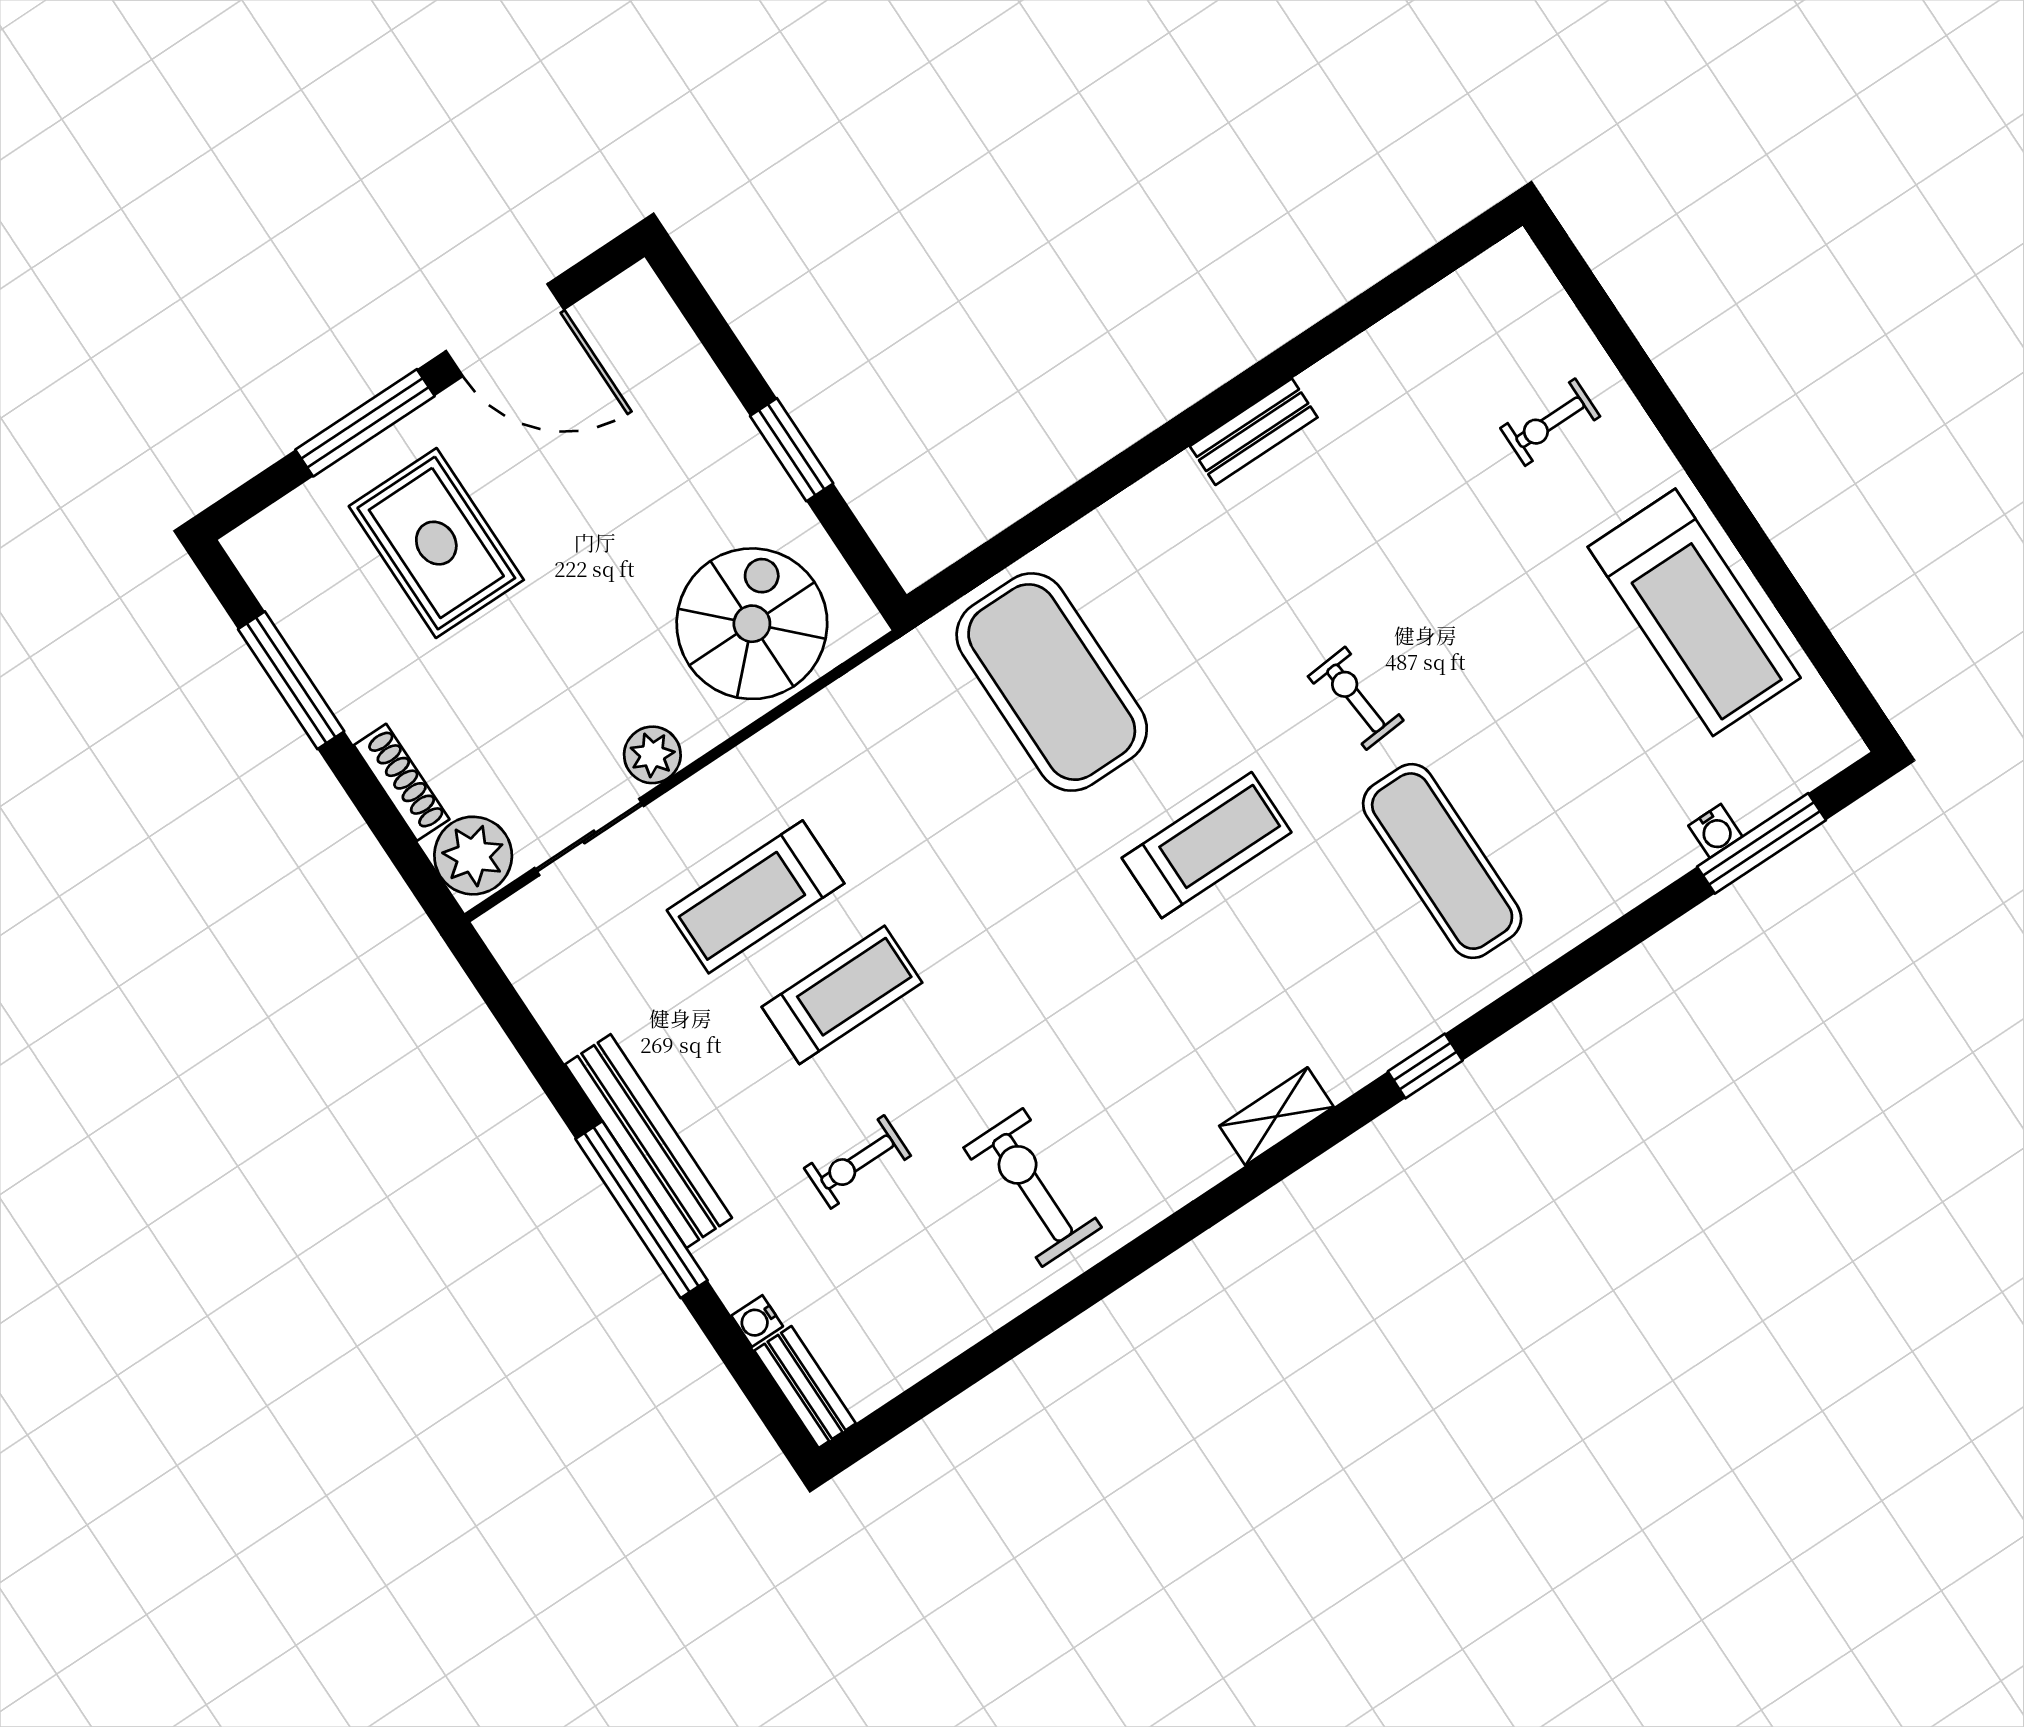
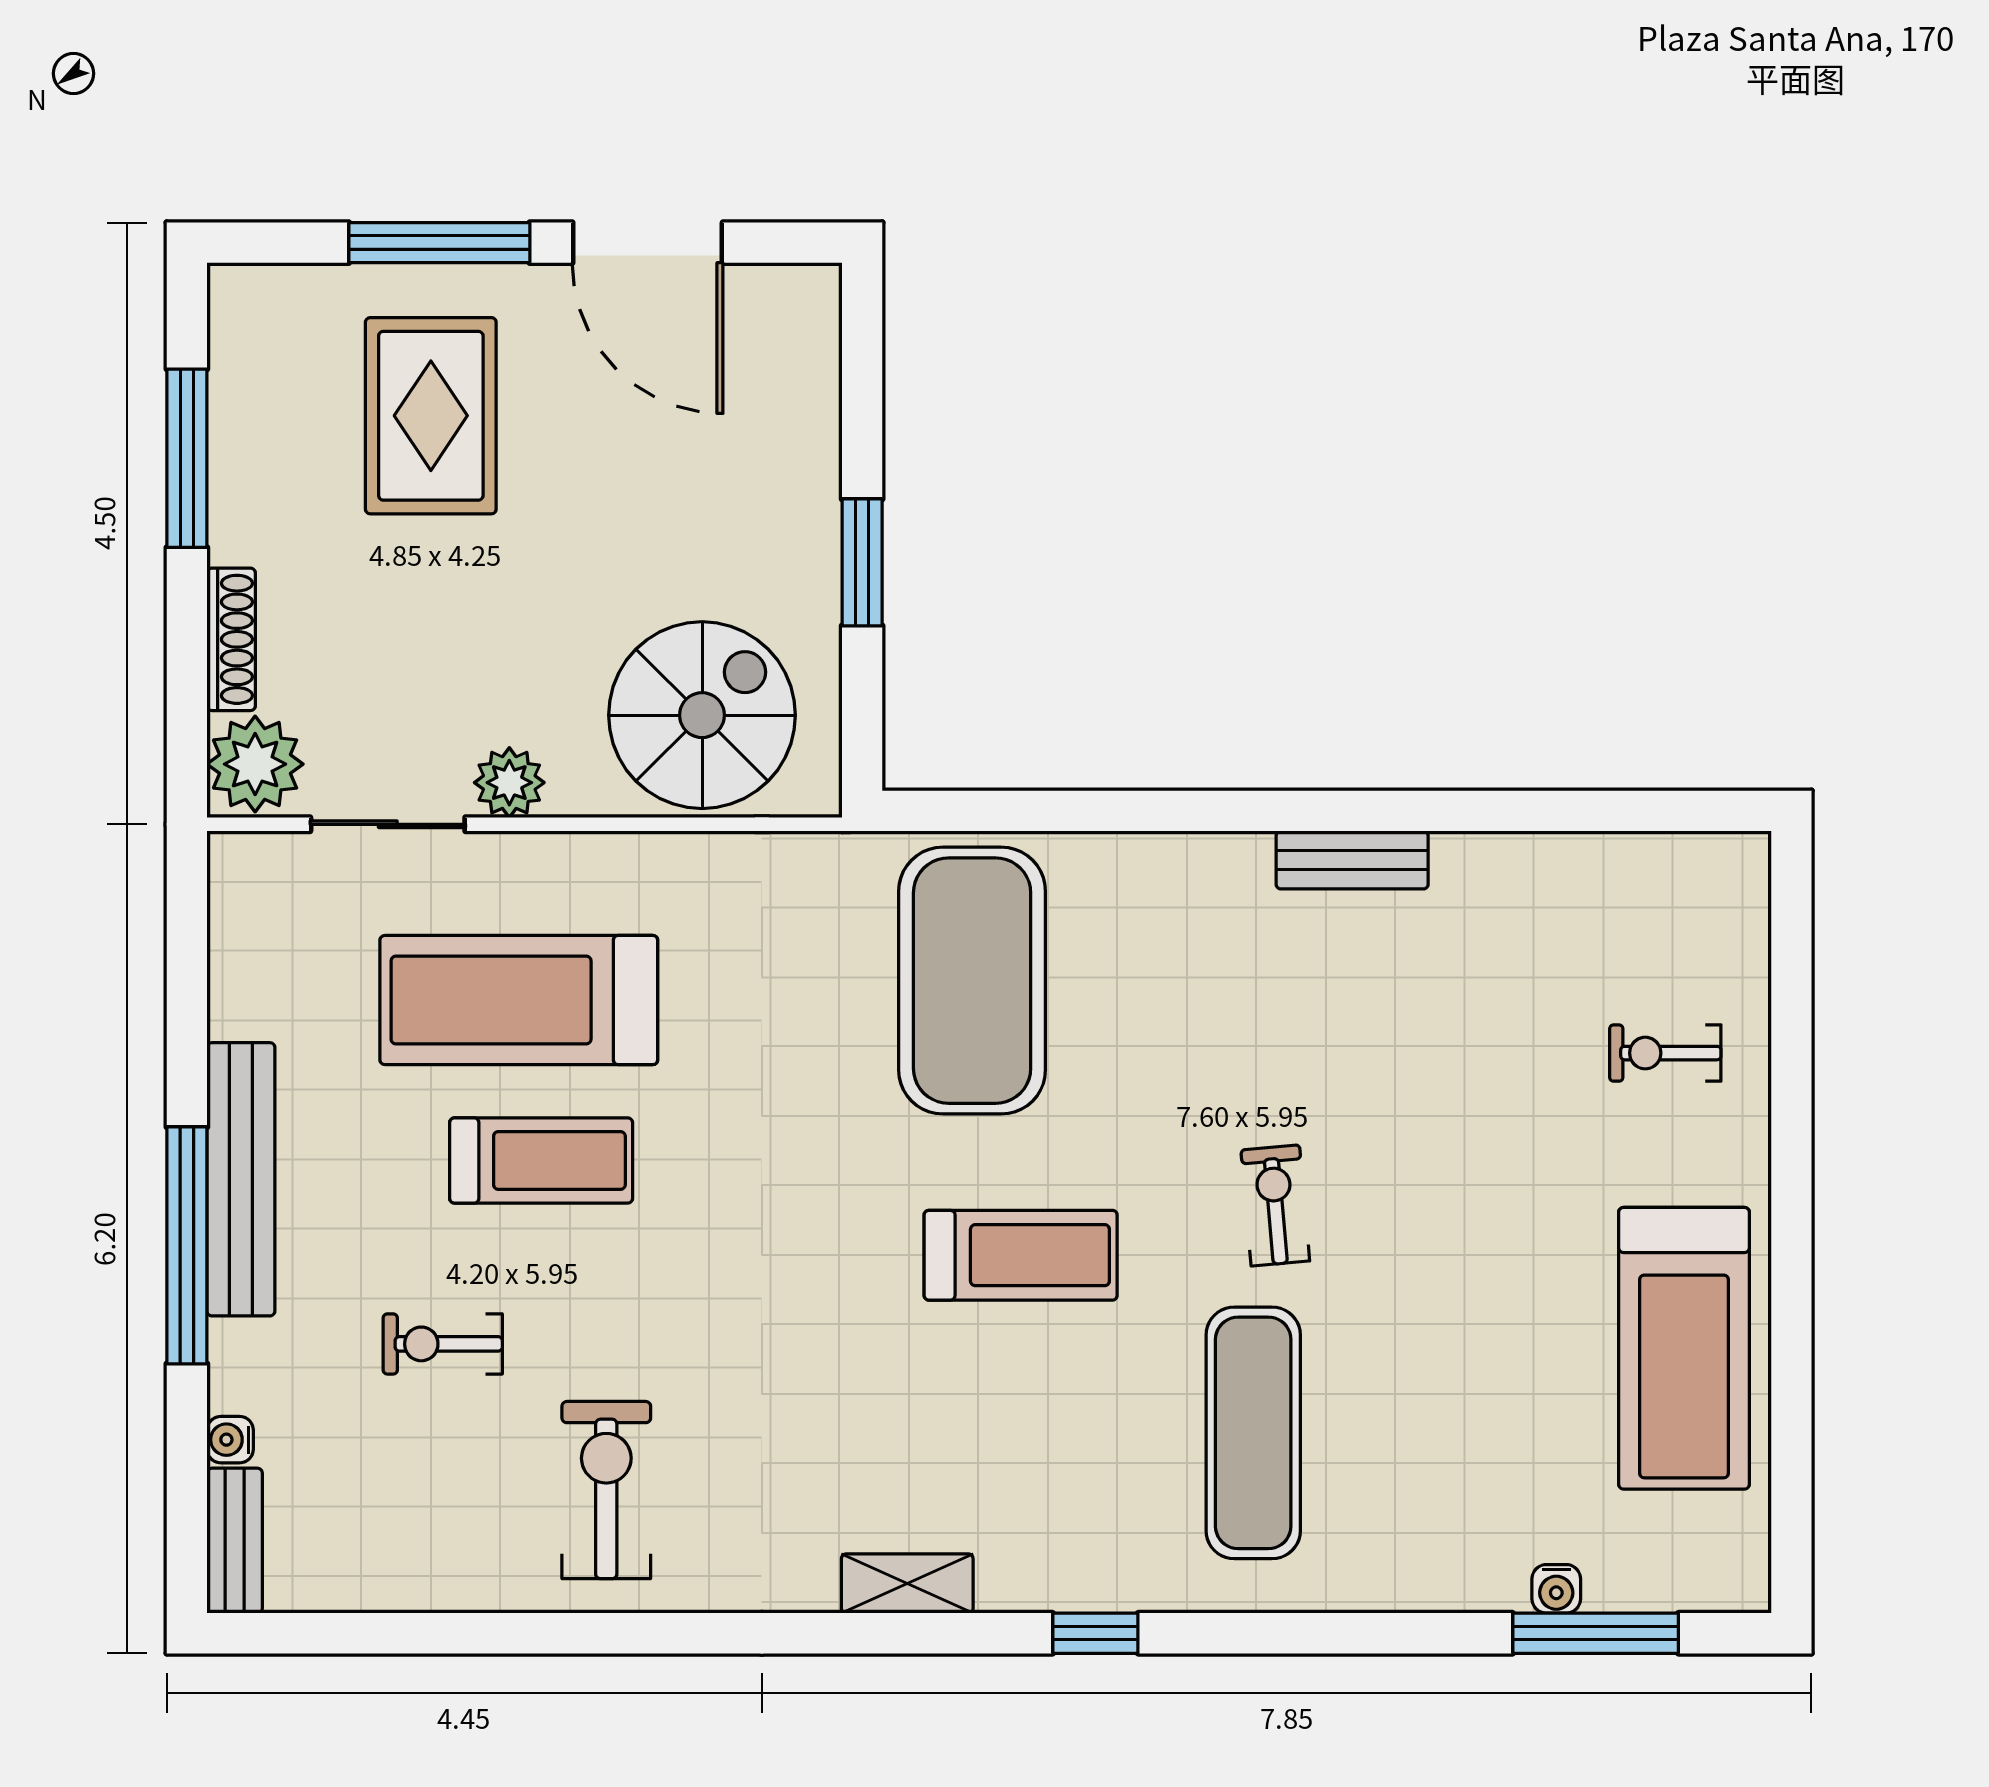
treadmill: (756, 897) -> (519, 1000), width x1.37, depth x1.38

